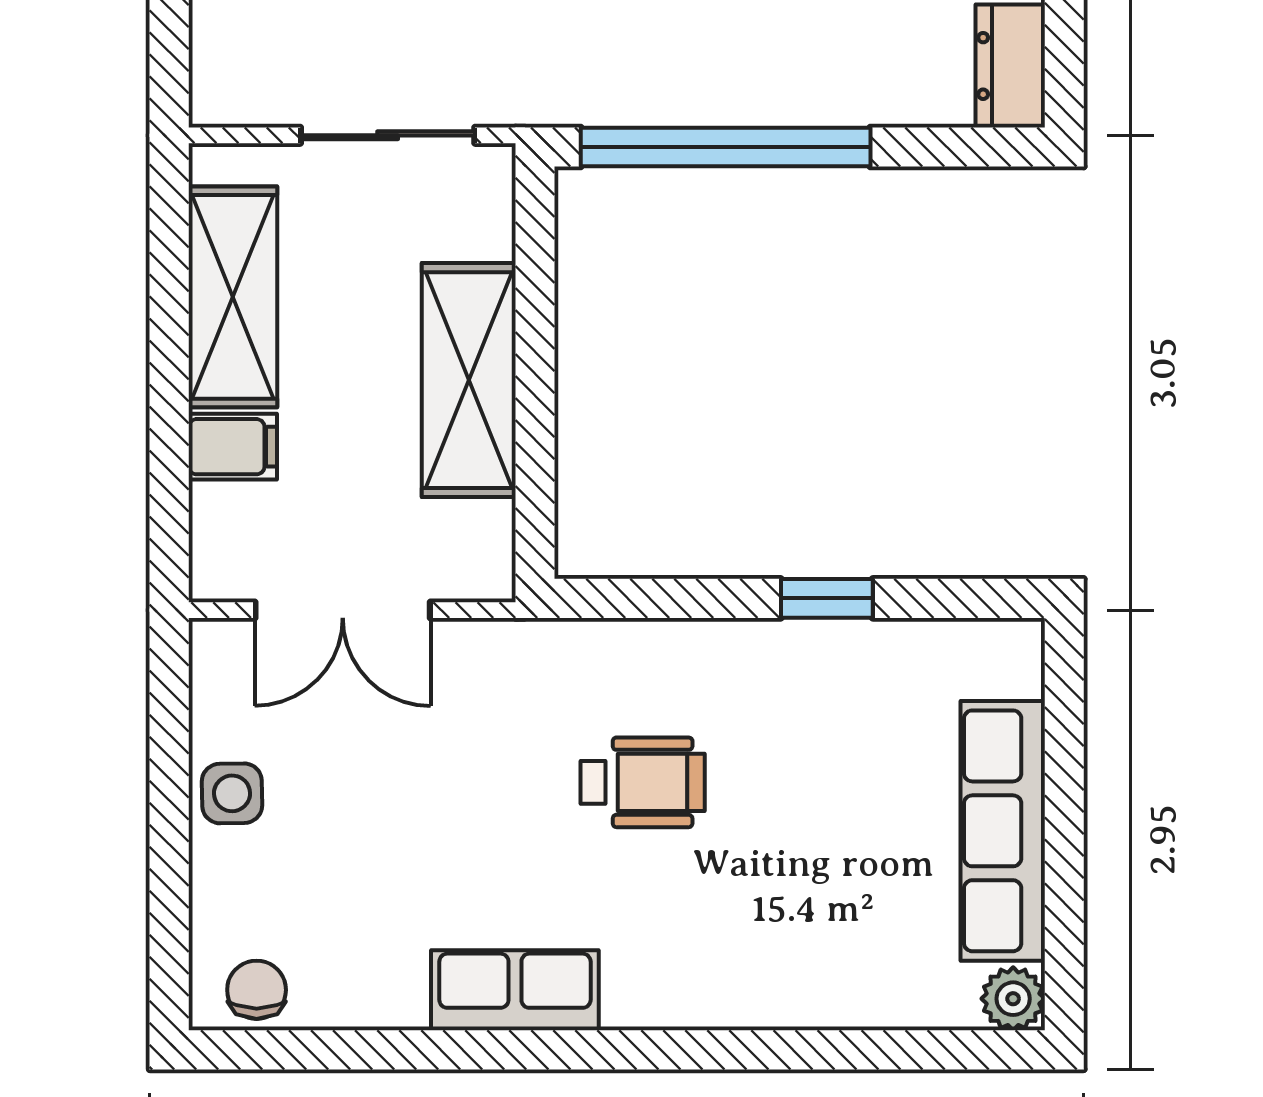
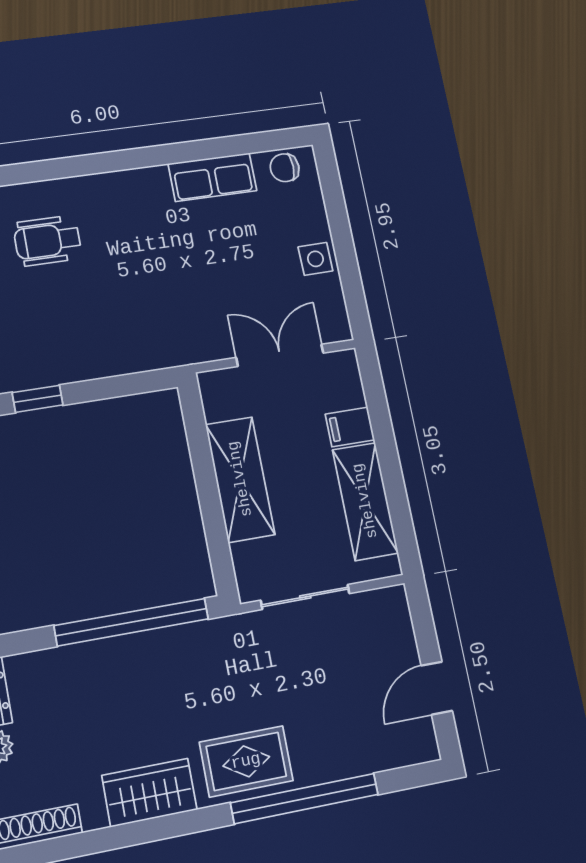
wheelchair: (643, 782) -> (47, 241), moved
chair: (257, 990) -> (285, 168), turned 90
row of seats: (515, 990) -> (212, 177), moved

